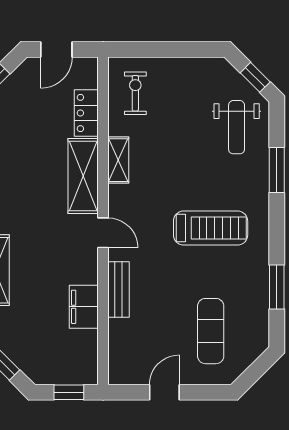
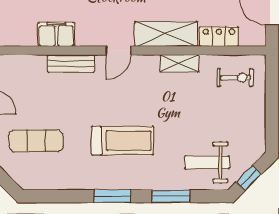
treadmill: (211, 228) -> (122, 141), turned -90
window: (277, 287) -> (112, 196), moved

